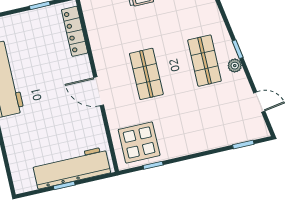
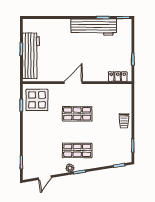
locker: (75, 31) -> (118, 77), width x0.66

